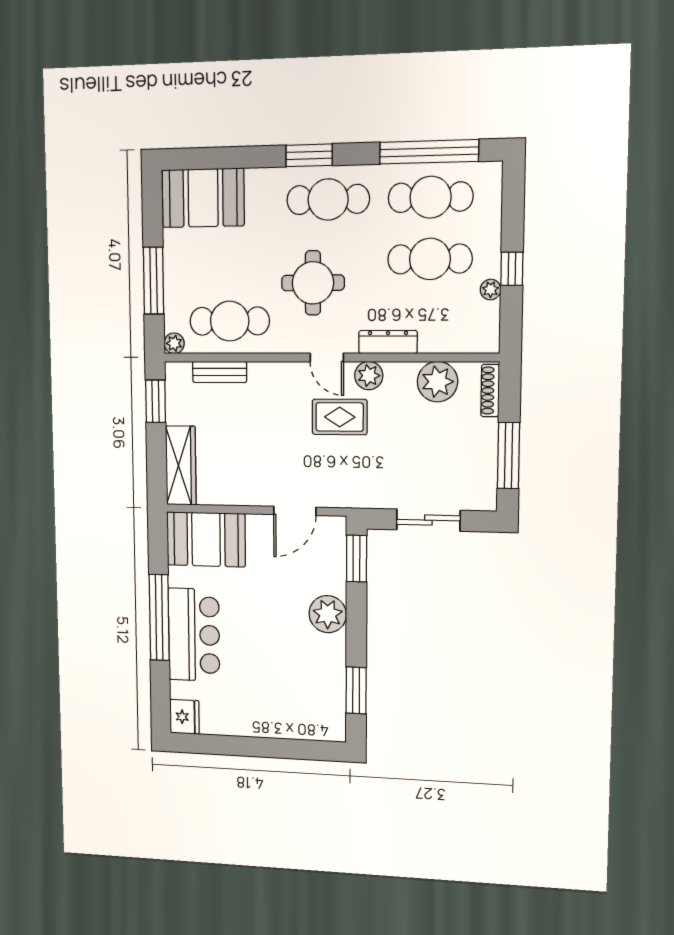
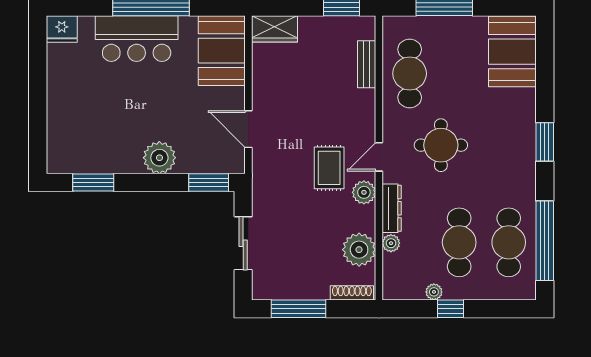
cafe table: (328, 199) -> (509, 158), removed
plant: (174, 343) -> (391, 243), moved
wardrobe: (181, 466) -> (275, 29), width x0.67

